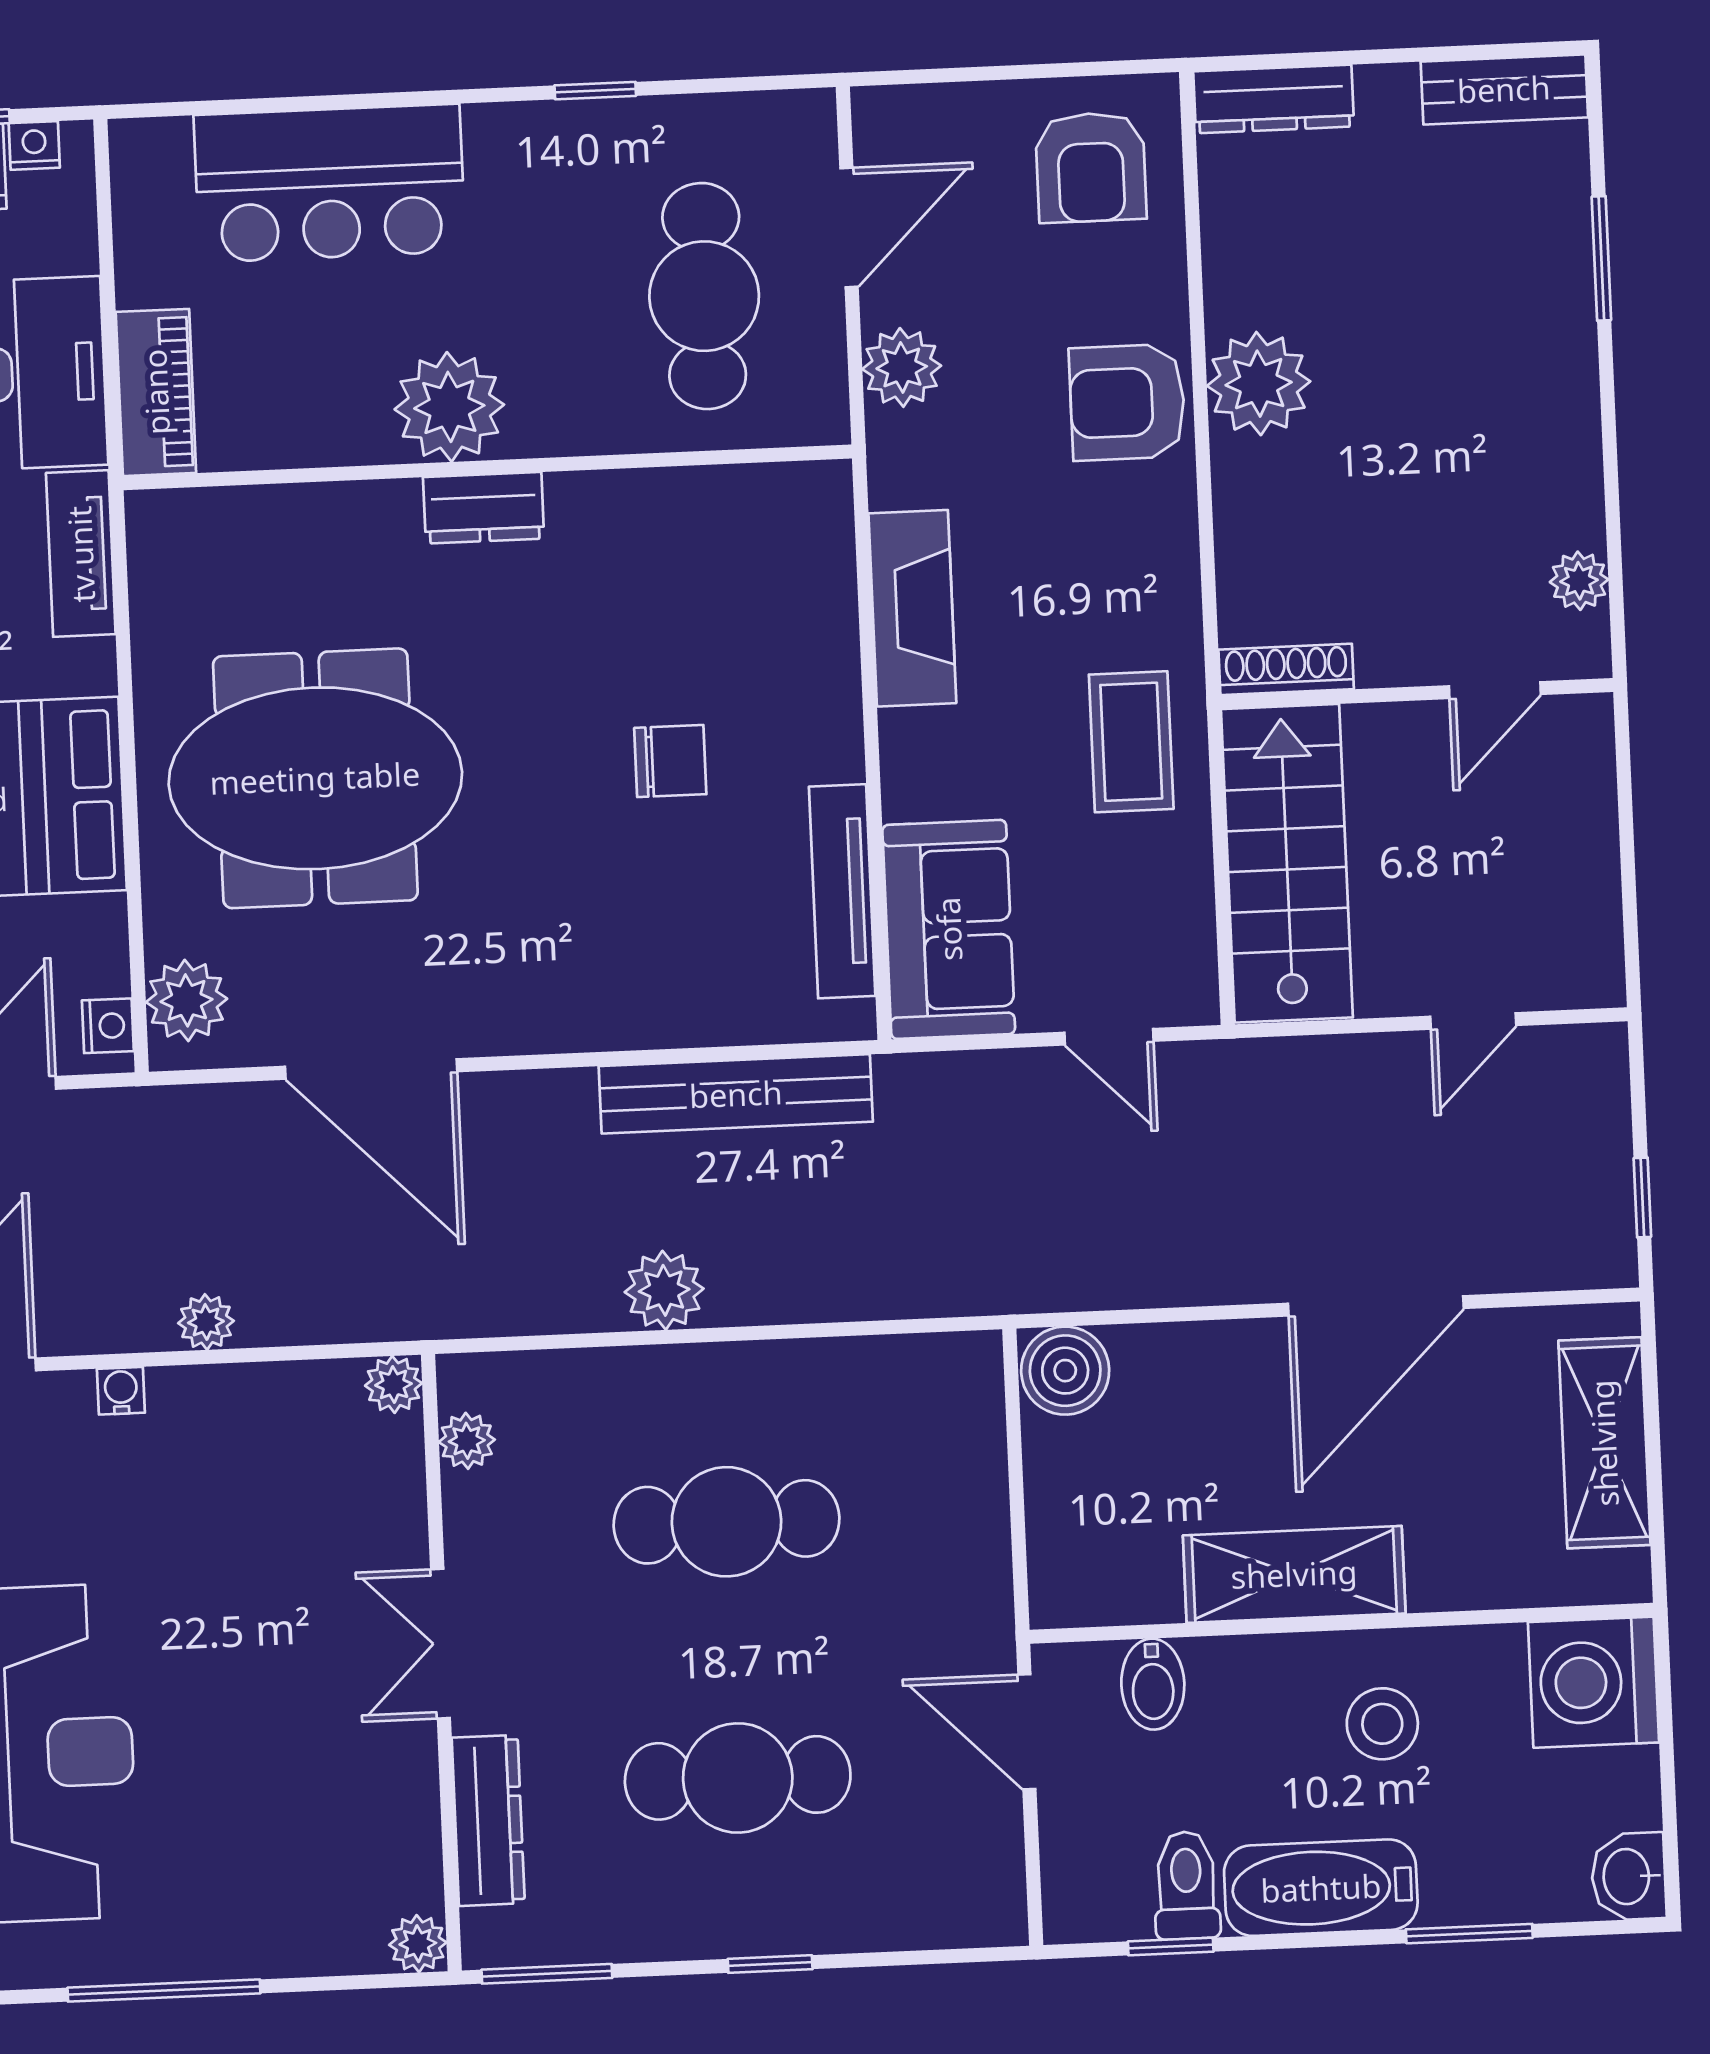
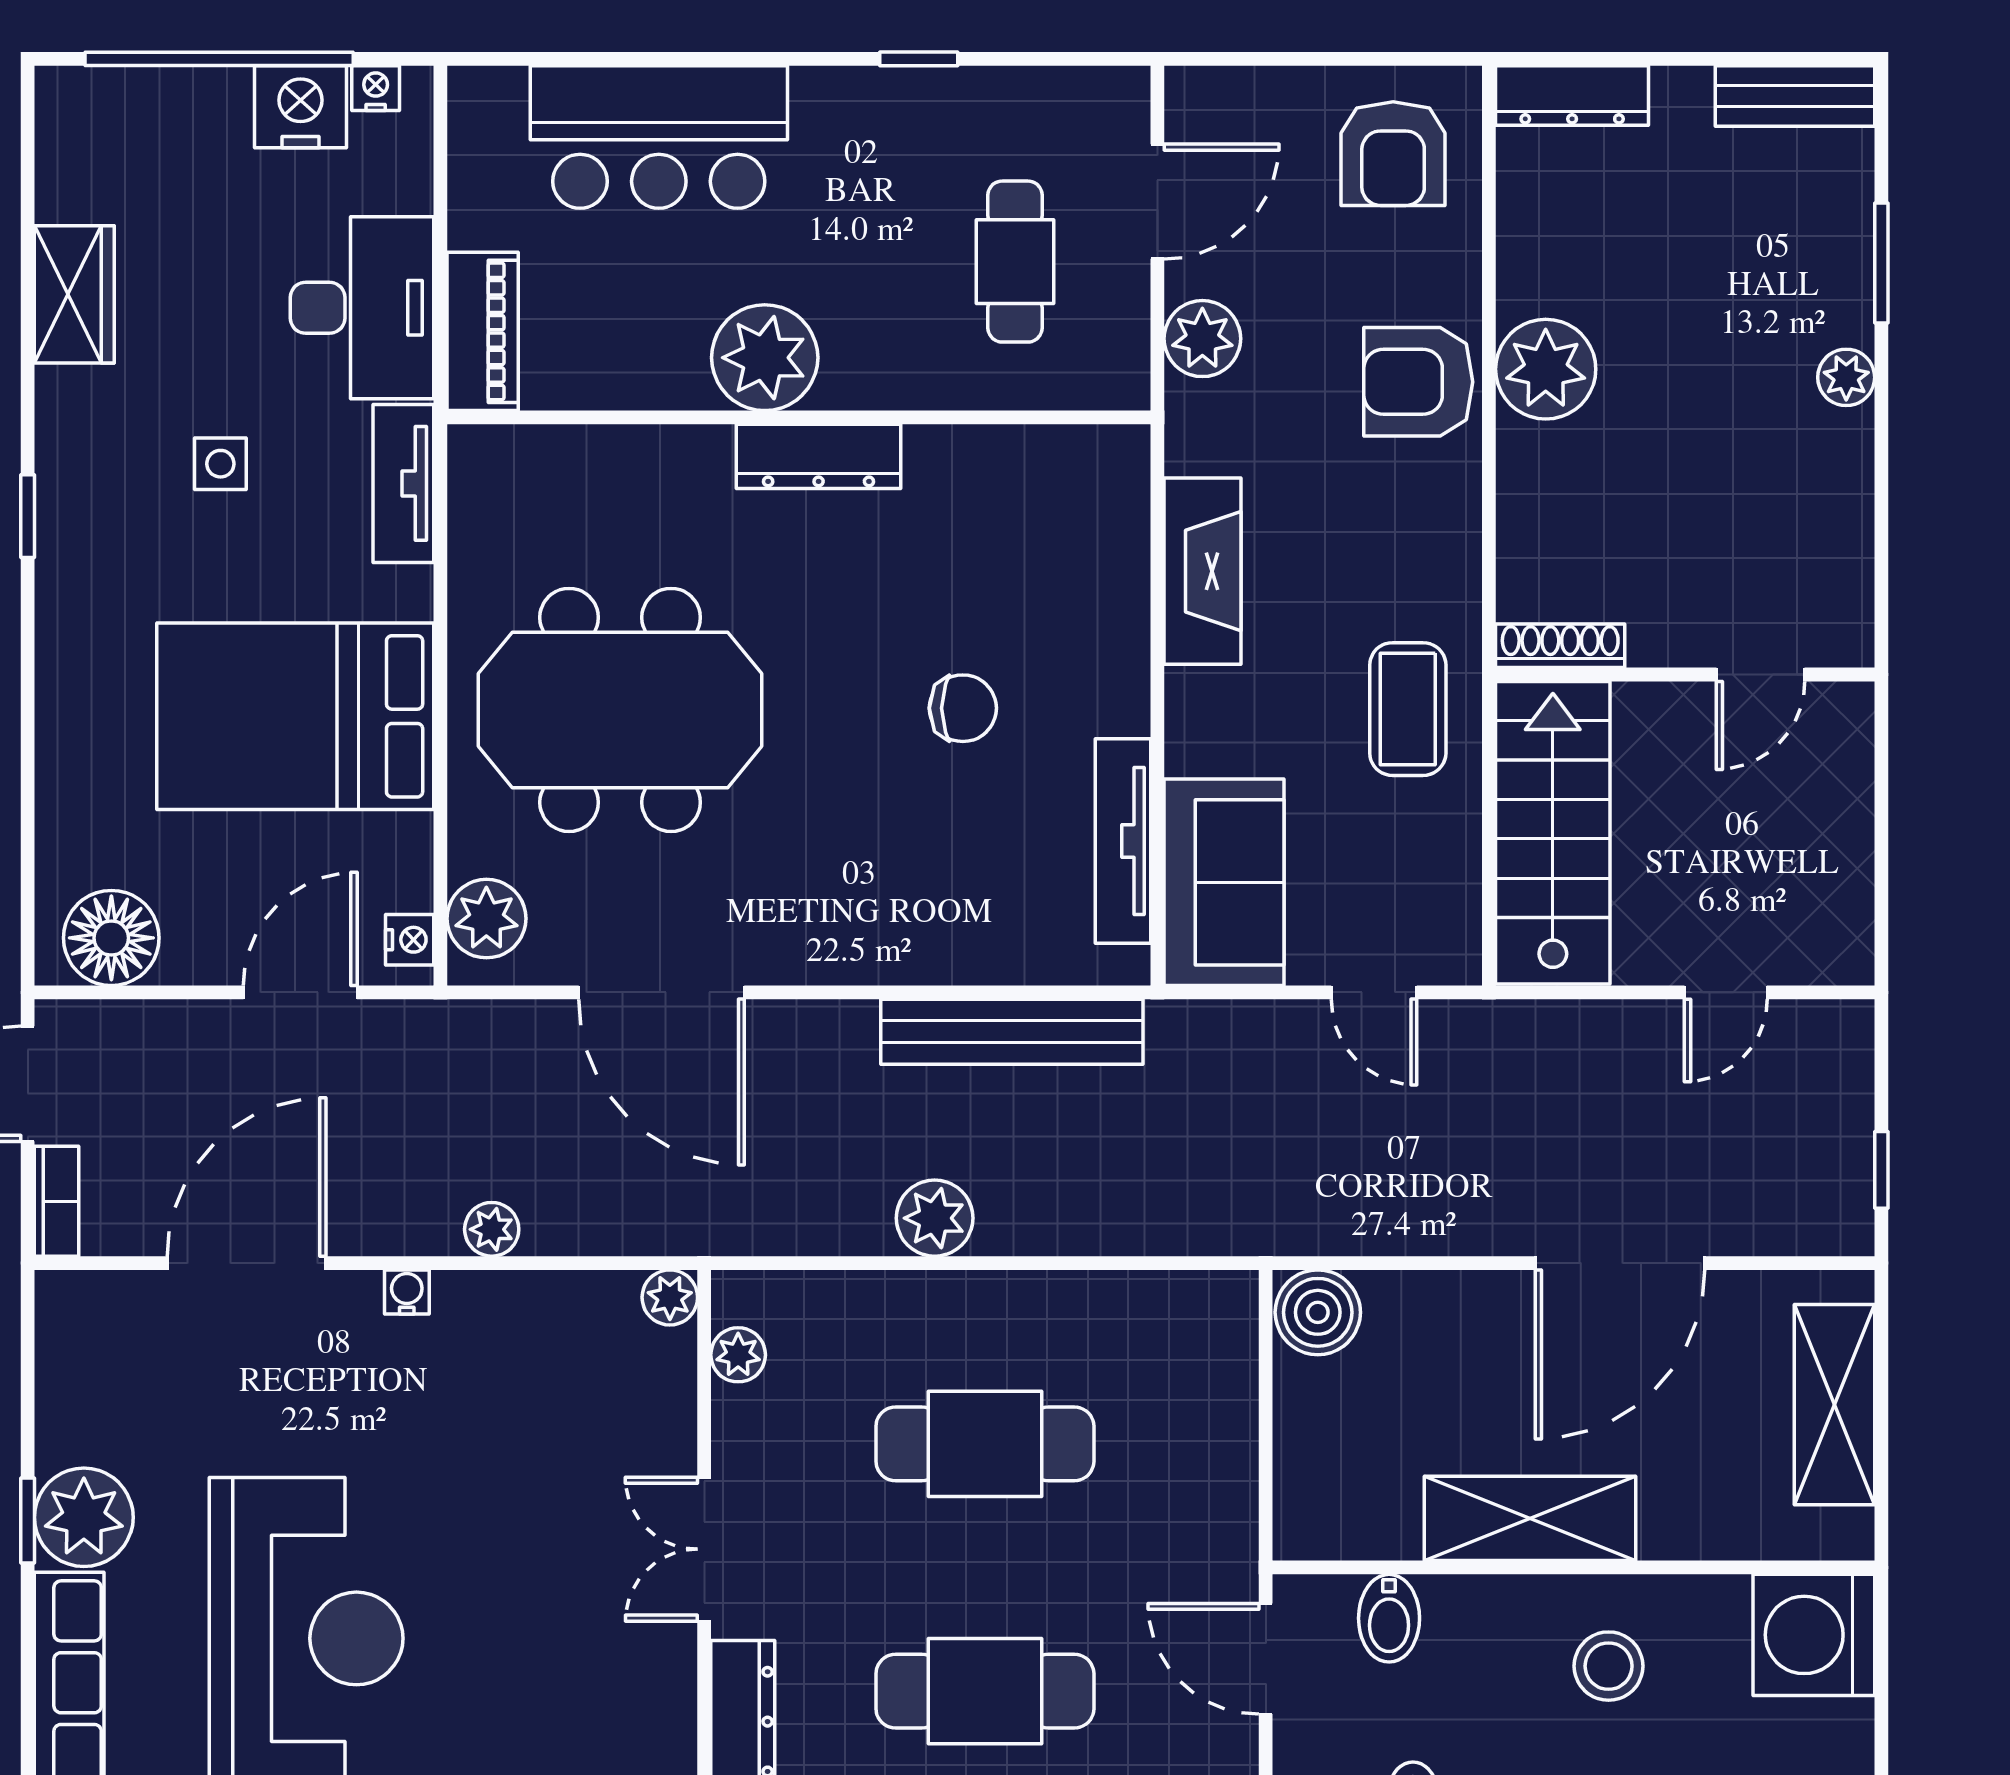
cafe table: (704, 296) -> (1015, 262), width x0.73, depth x0.74
dresser: (484, 508) -> (819, 456), width x1.44
plant: (1579, 581) -> (1846, 377), moved

